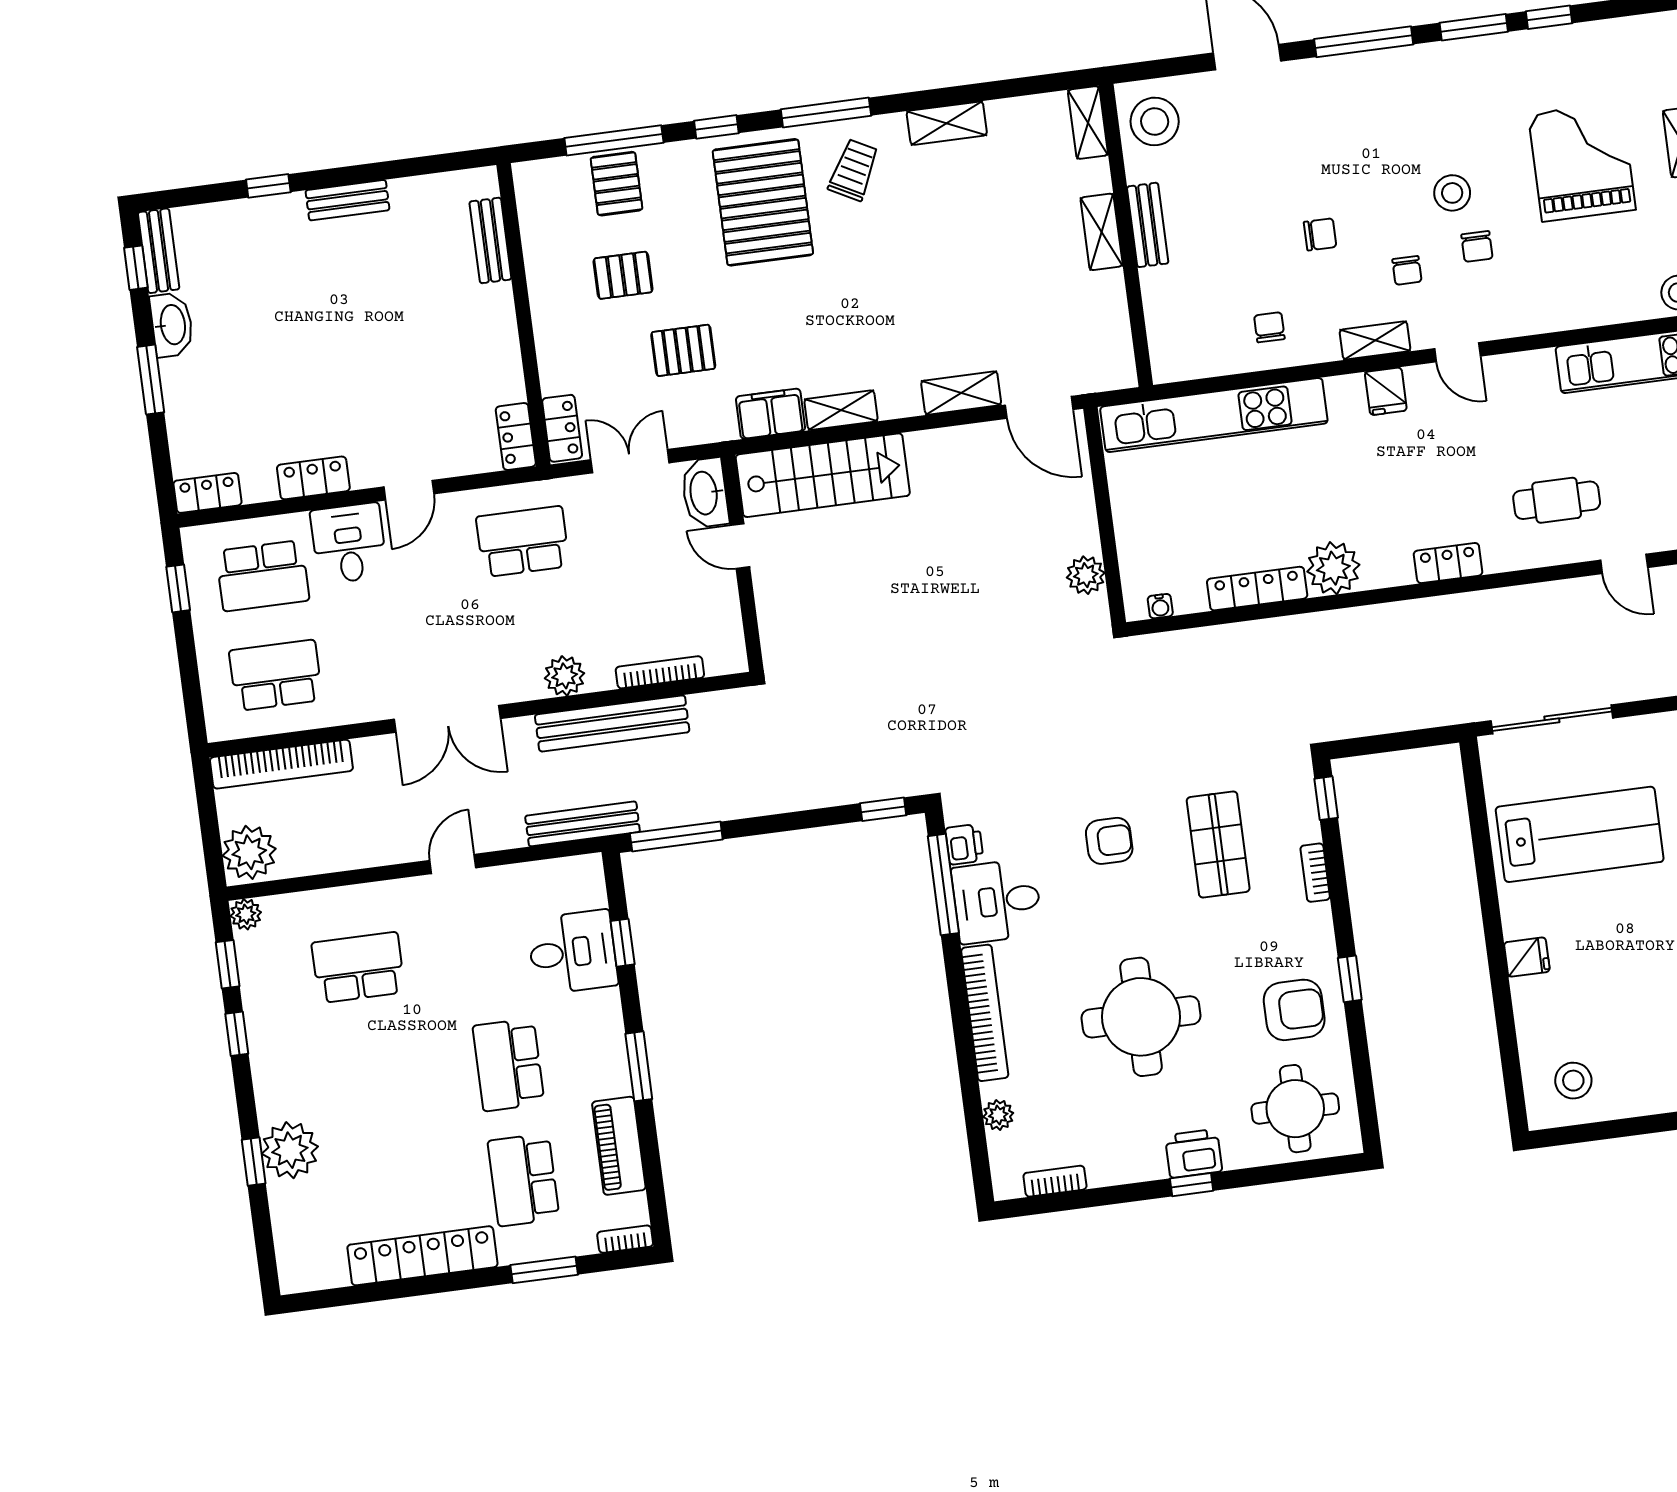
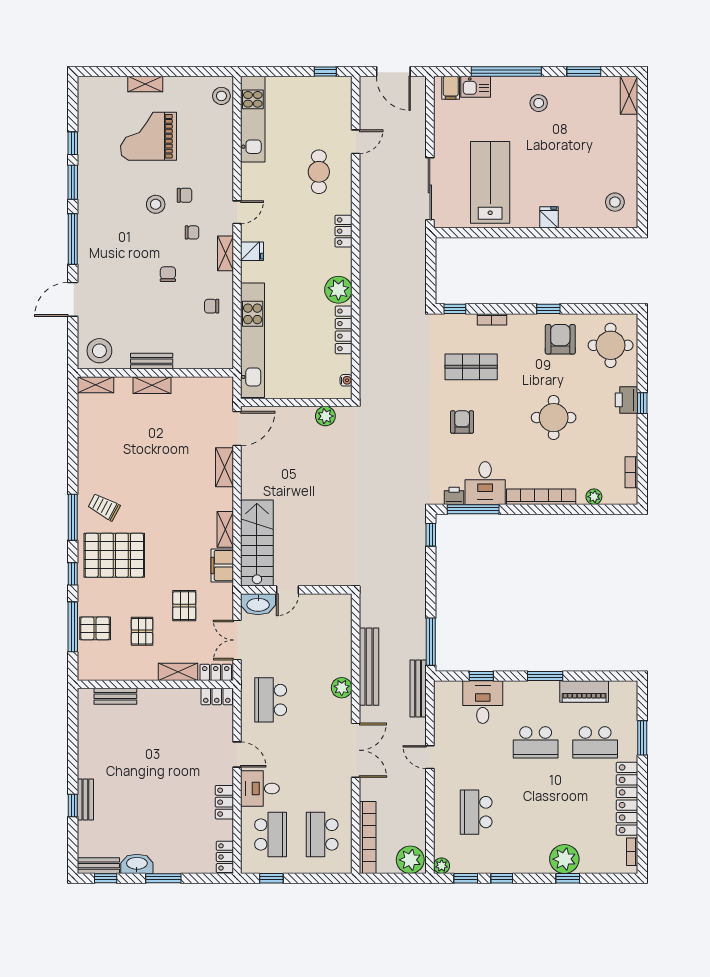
shelving: (947, 123) -> (178, 672), moved, turned 90
bench: (347, 200) -> (85, 800), moved
bookcase: (660, 672) -> (346, 639), removed
round table: (1141, 1017) -> (554, 418), width x0.73, depth x0.73
bookcase: (625, 1239) -> (632, 852), moved

